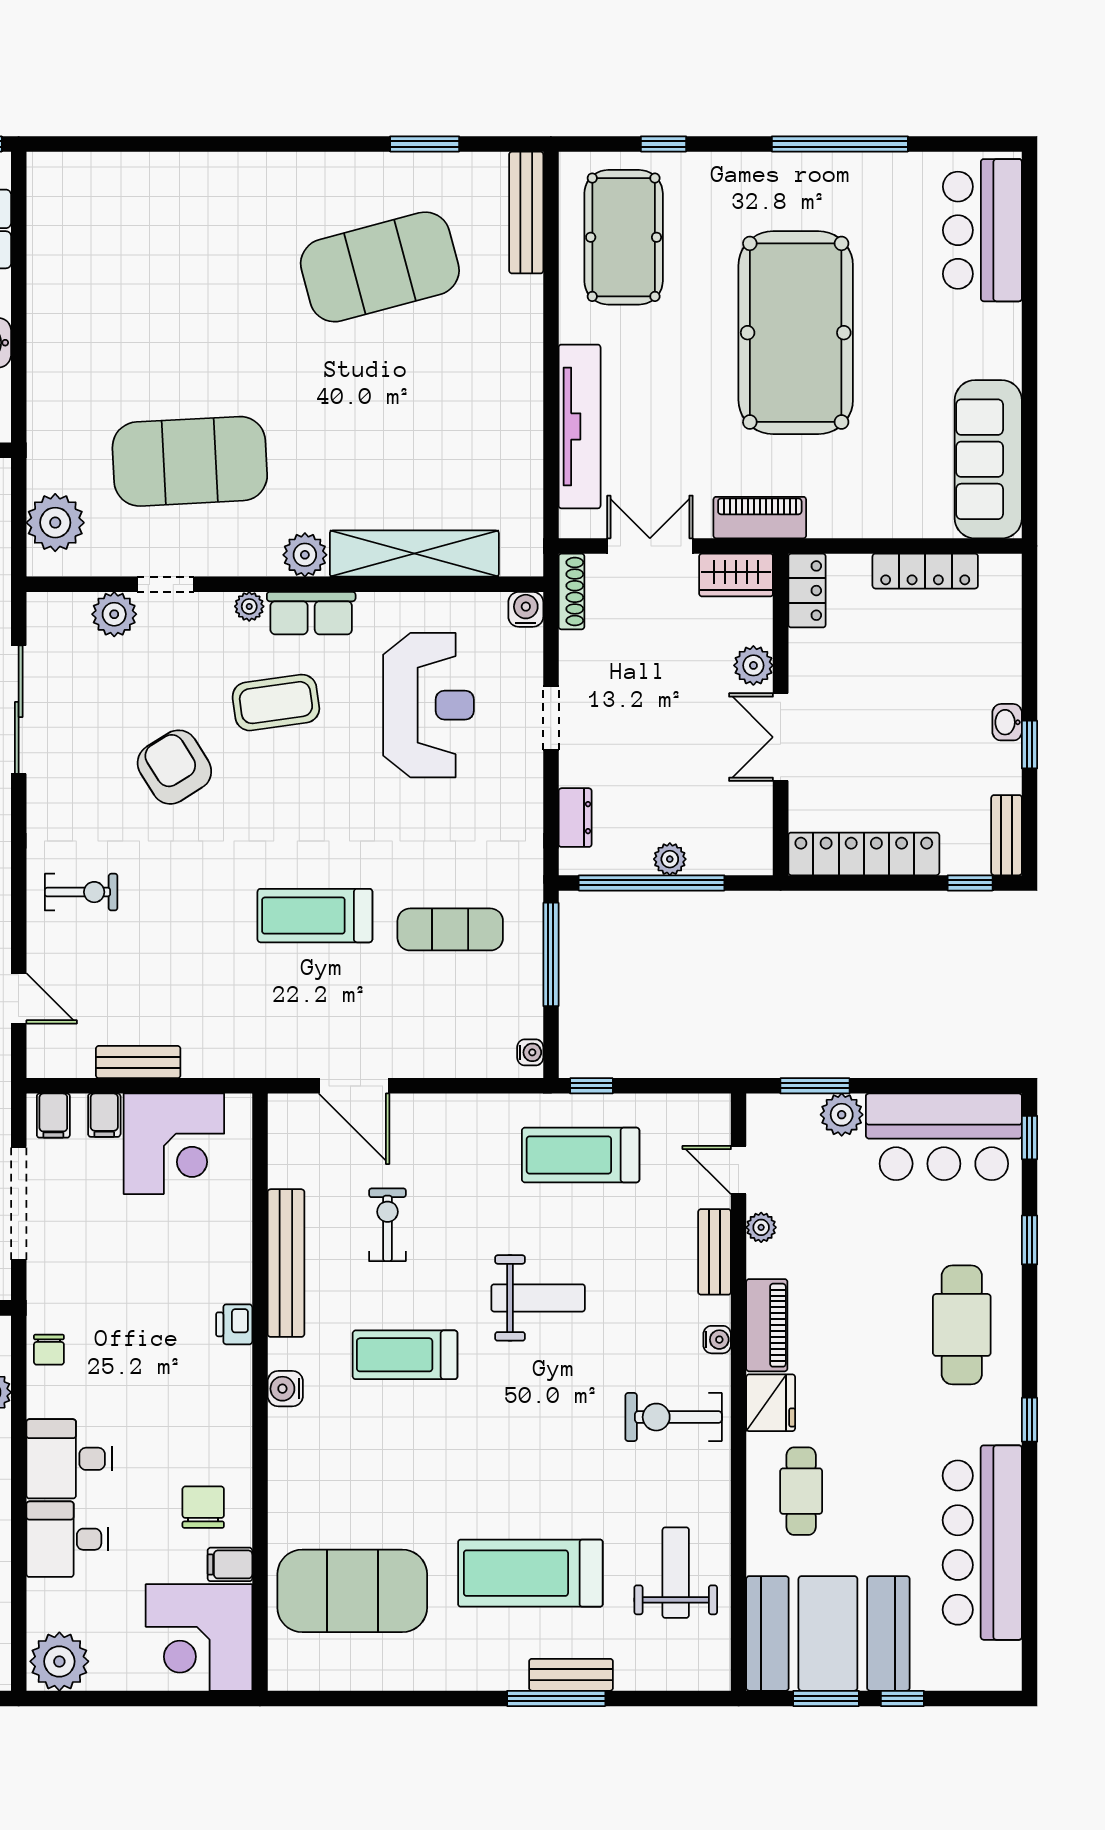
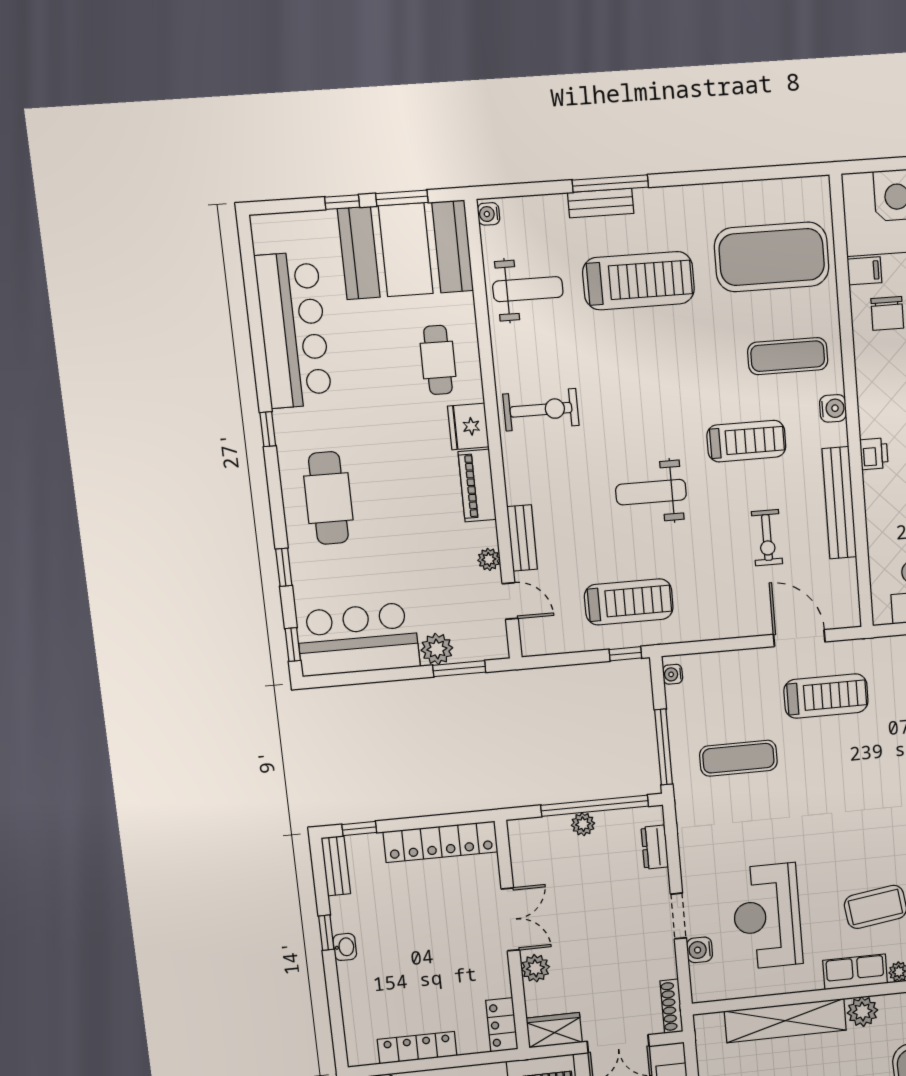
water cooler: (526, 609) -> (700, 950), moved, turned 90
treadmill: (315, 916) -> (826, 696), moved
water cooler: (717, 1340) -> (489, 214), moved
exercise mat: (341, 1462) -> (788, 356), added
weight bench: (676, 1573) -> (528, 289), turned -90

